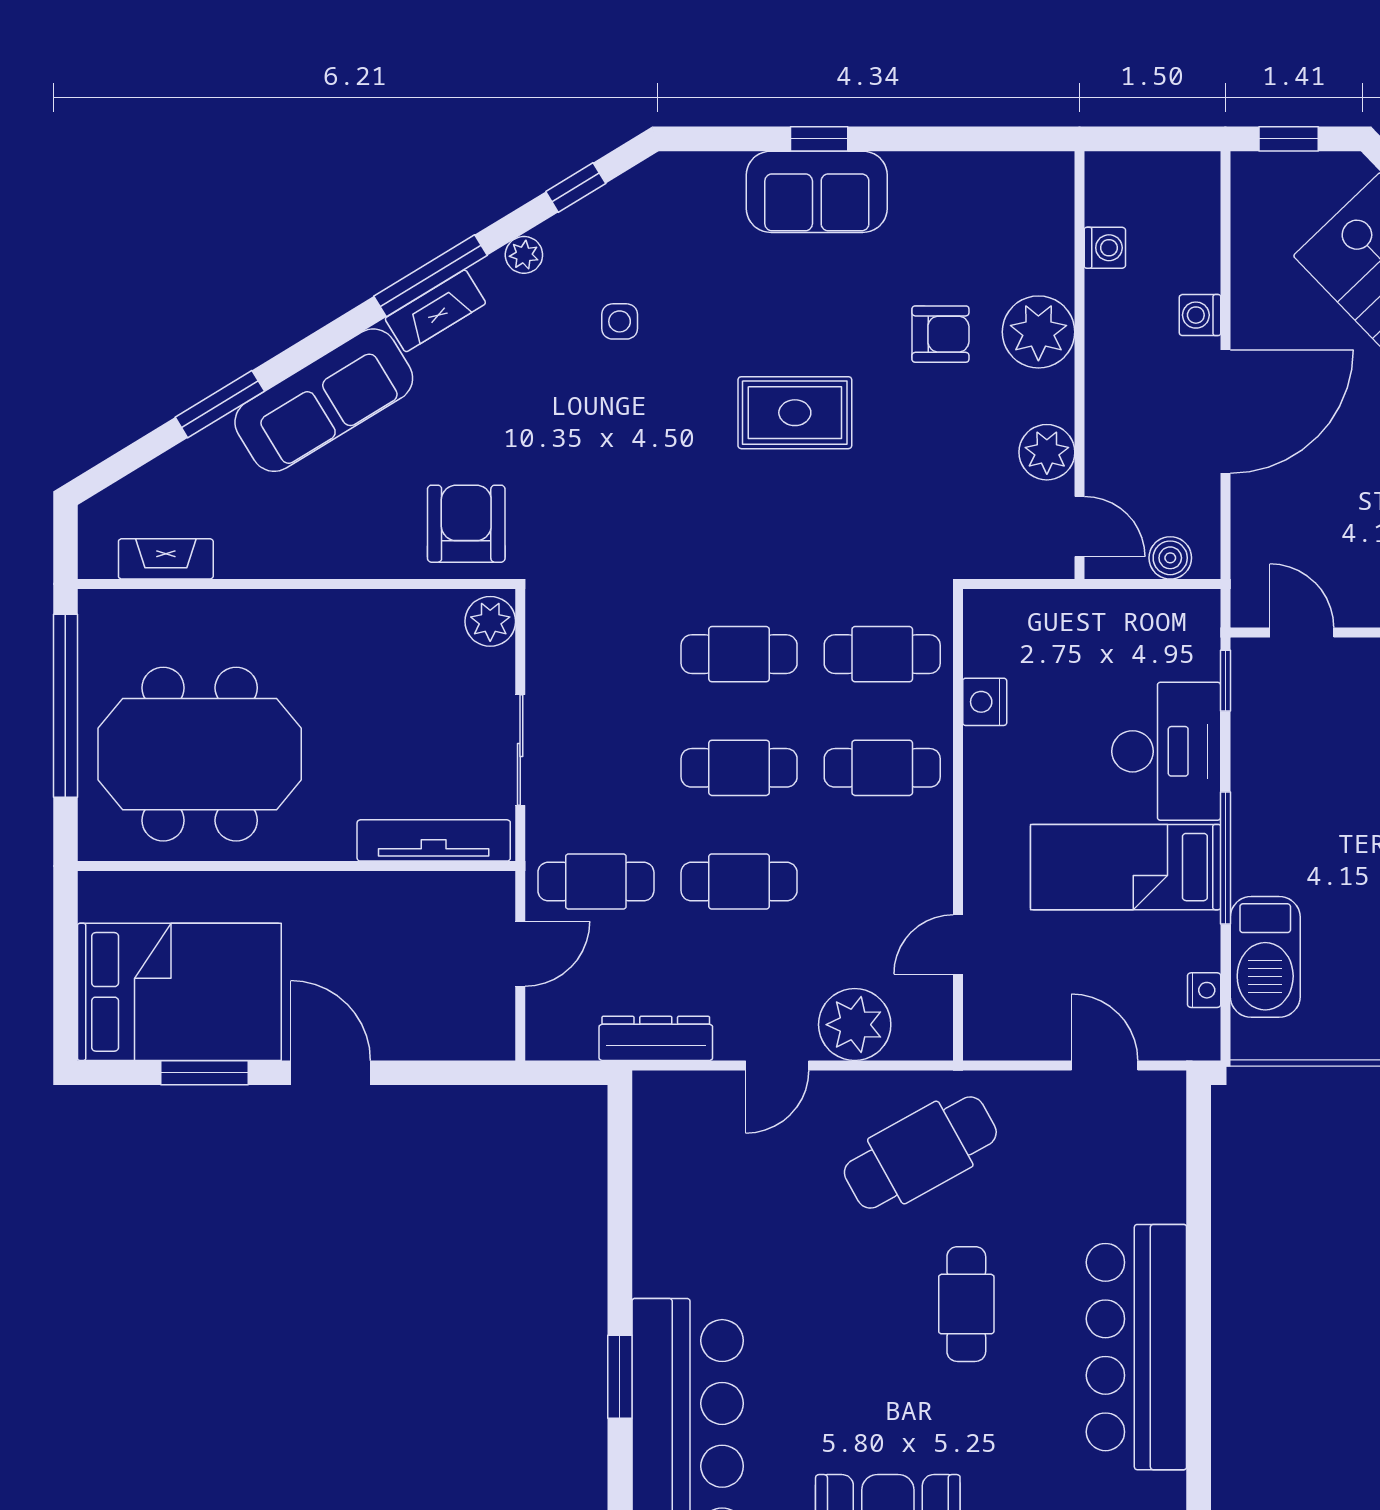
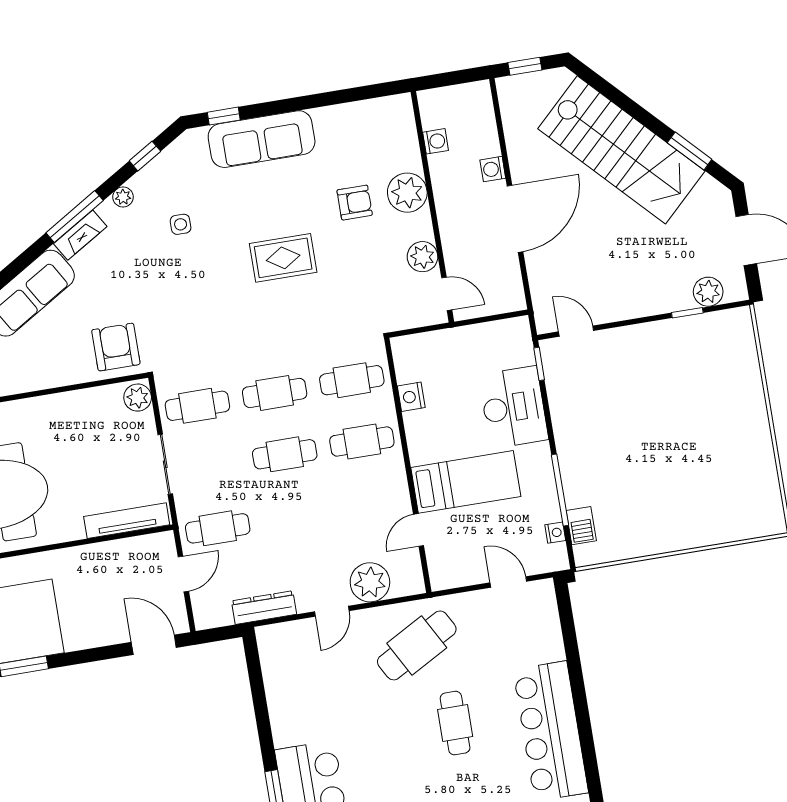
window: (819, 139) -> (224, 116), moved
sofa: (817, 192) -> (262, 139), width x1.36
boiler: (1170, 558) -> (498, 303), removed
window: (1225, 858) -> (560, 490), moved
bed: (1126, 867) -> (466, 482), moved, turned 180
cafe table: (739, 882) -> (197, 406), moved
barbecue: (1265, 957) -> (581, 526), width x0.53, depth x0.65
door: (331, 1073) -> (154, 645), moved

